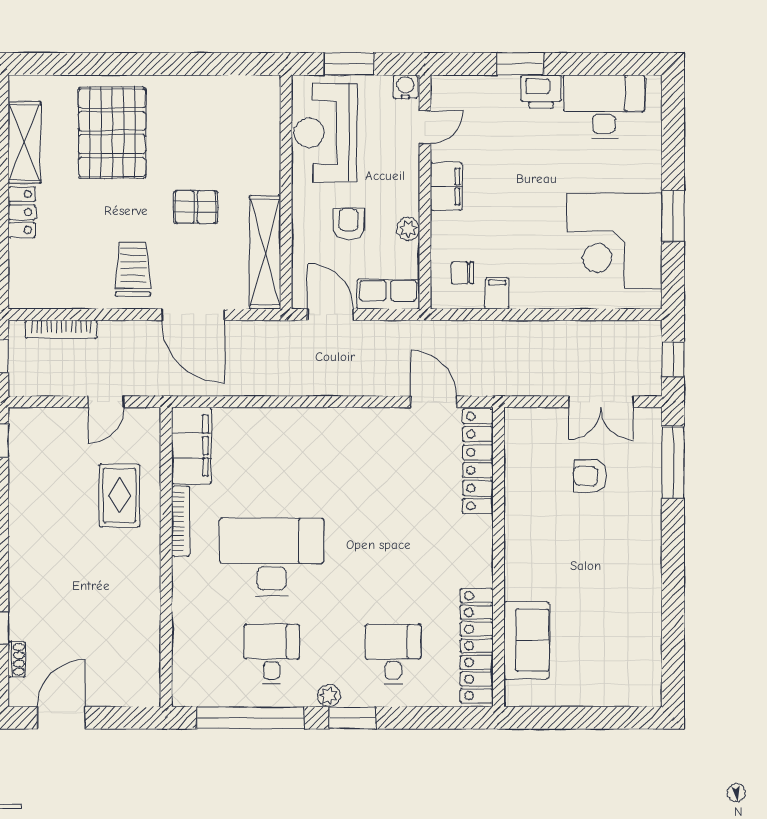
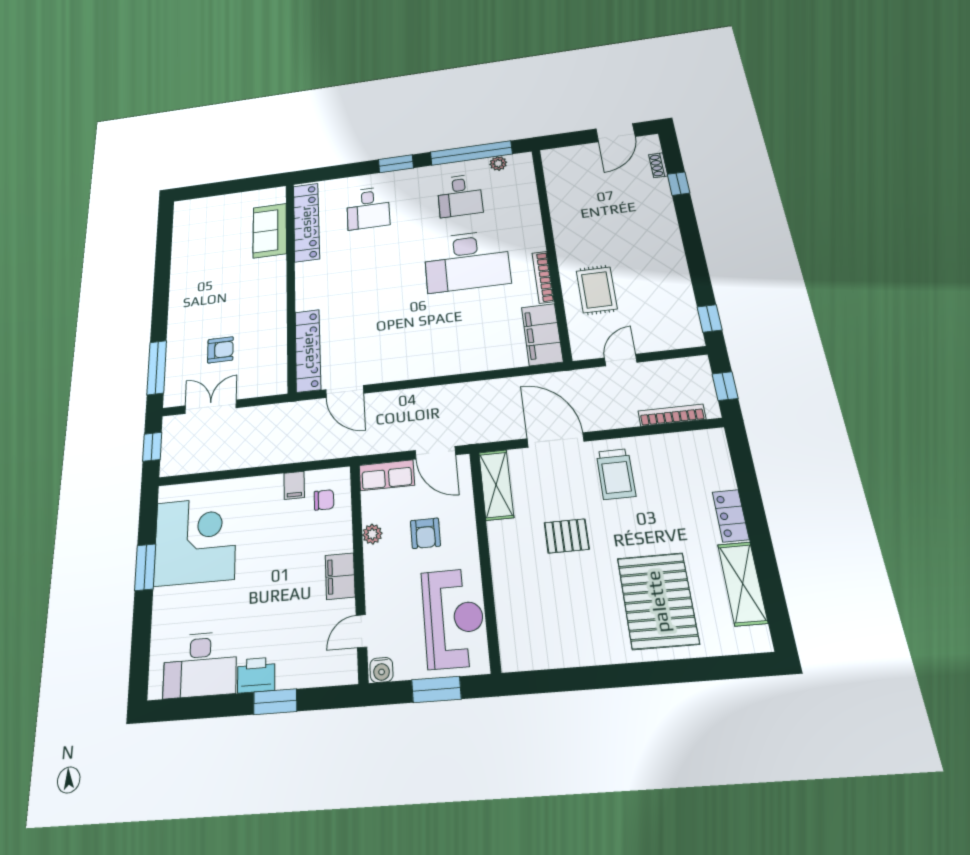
shelving: (265, 252) -> (496, 485), width x0.68
plant: (329, 696) -> (498, 163), moved

